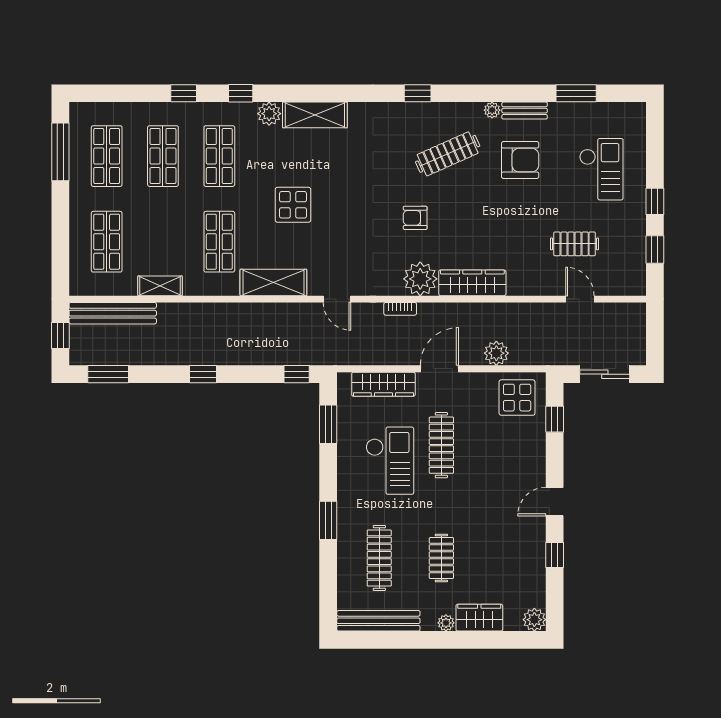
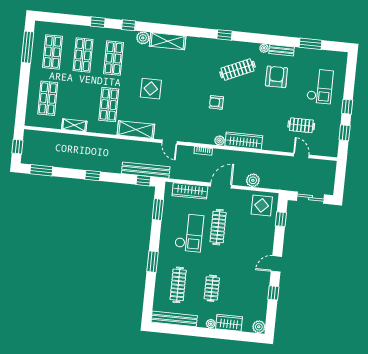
armchair: (520, 160) -> (276, 77), turned -90
plant: (420, 279) -> (220, 140), width x0.53, depth x0.53
bench: (113, 313) -> (146, 170), moved

